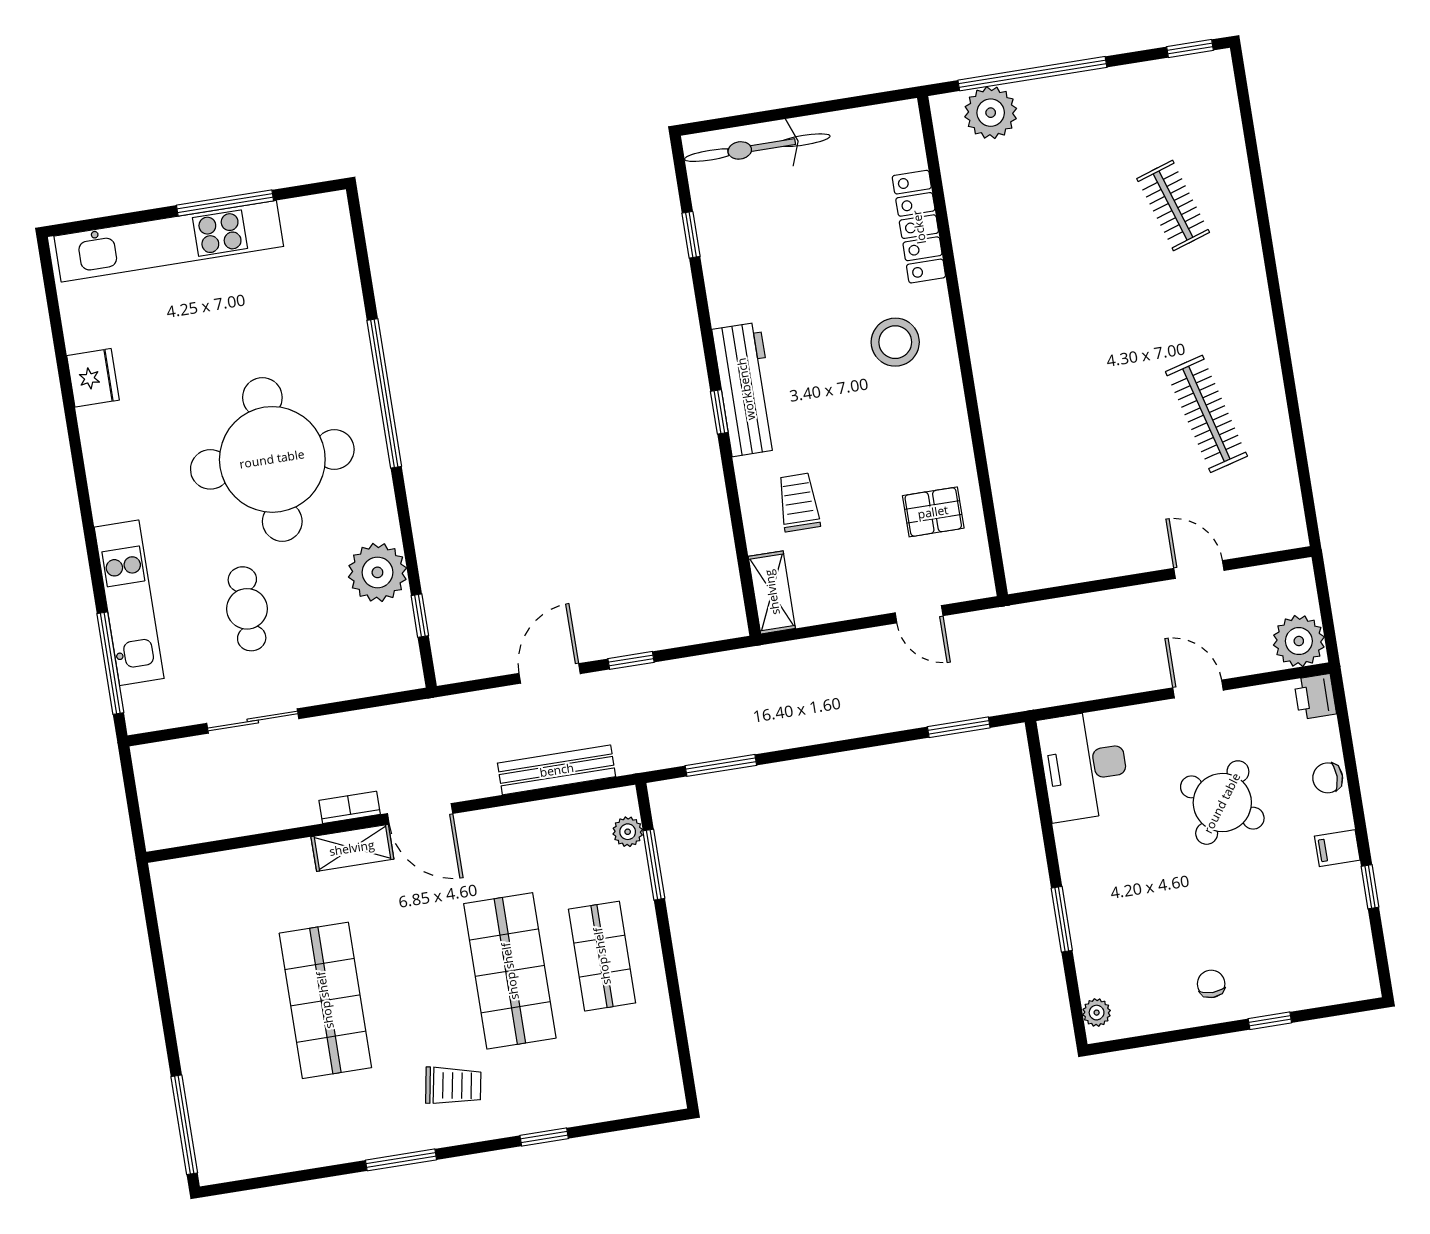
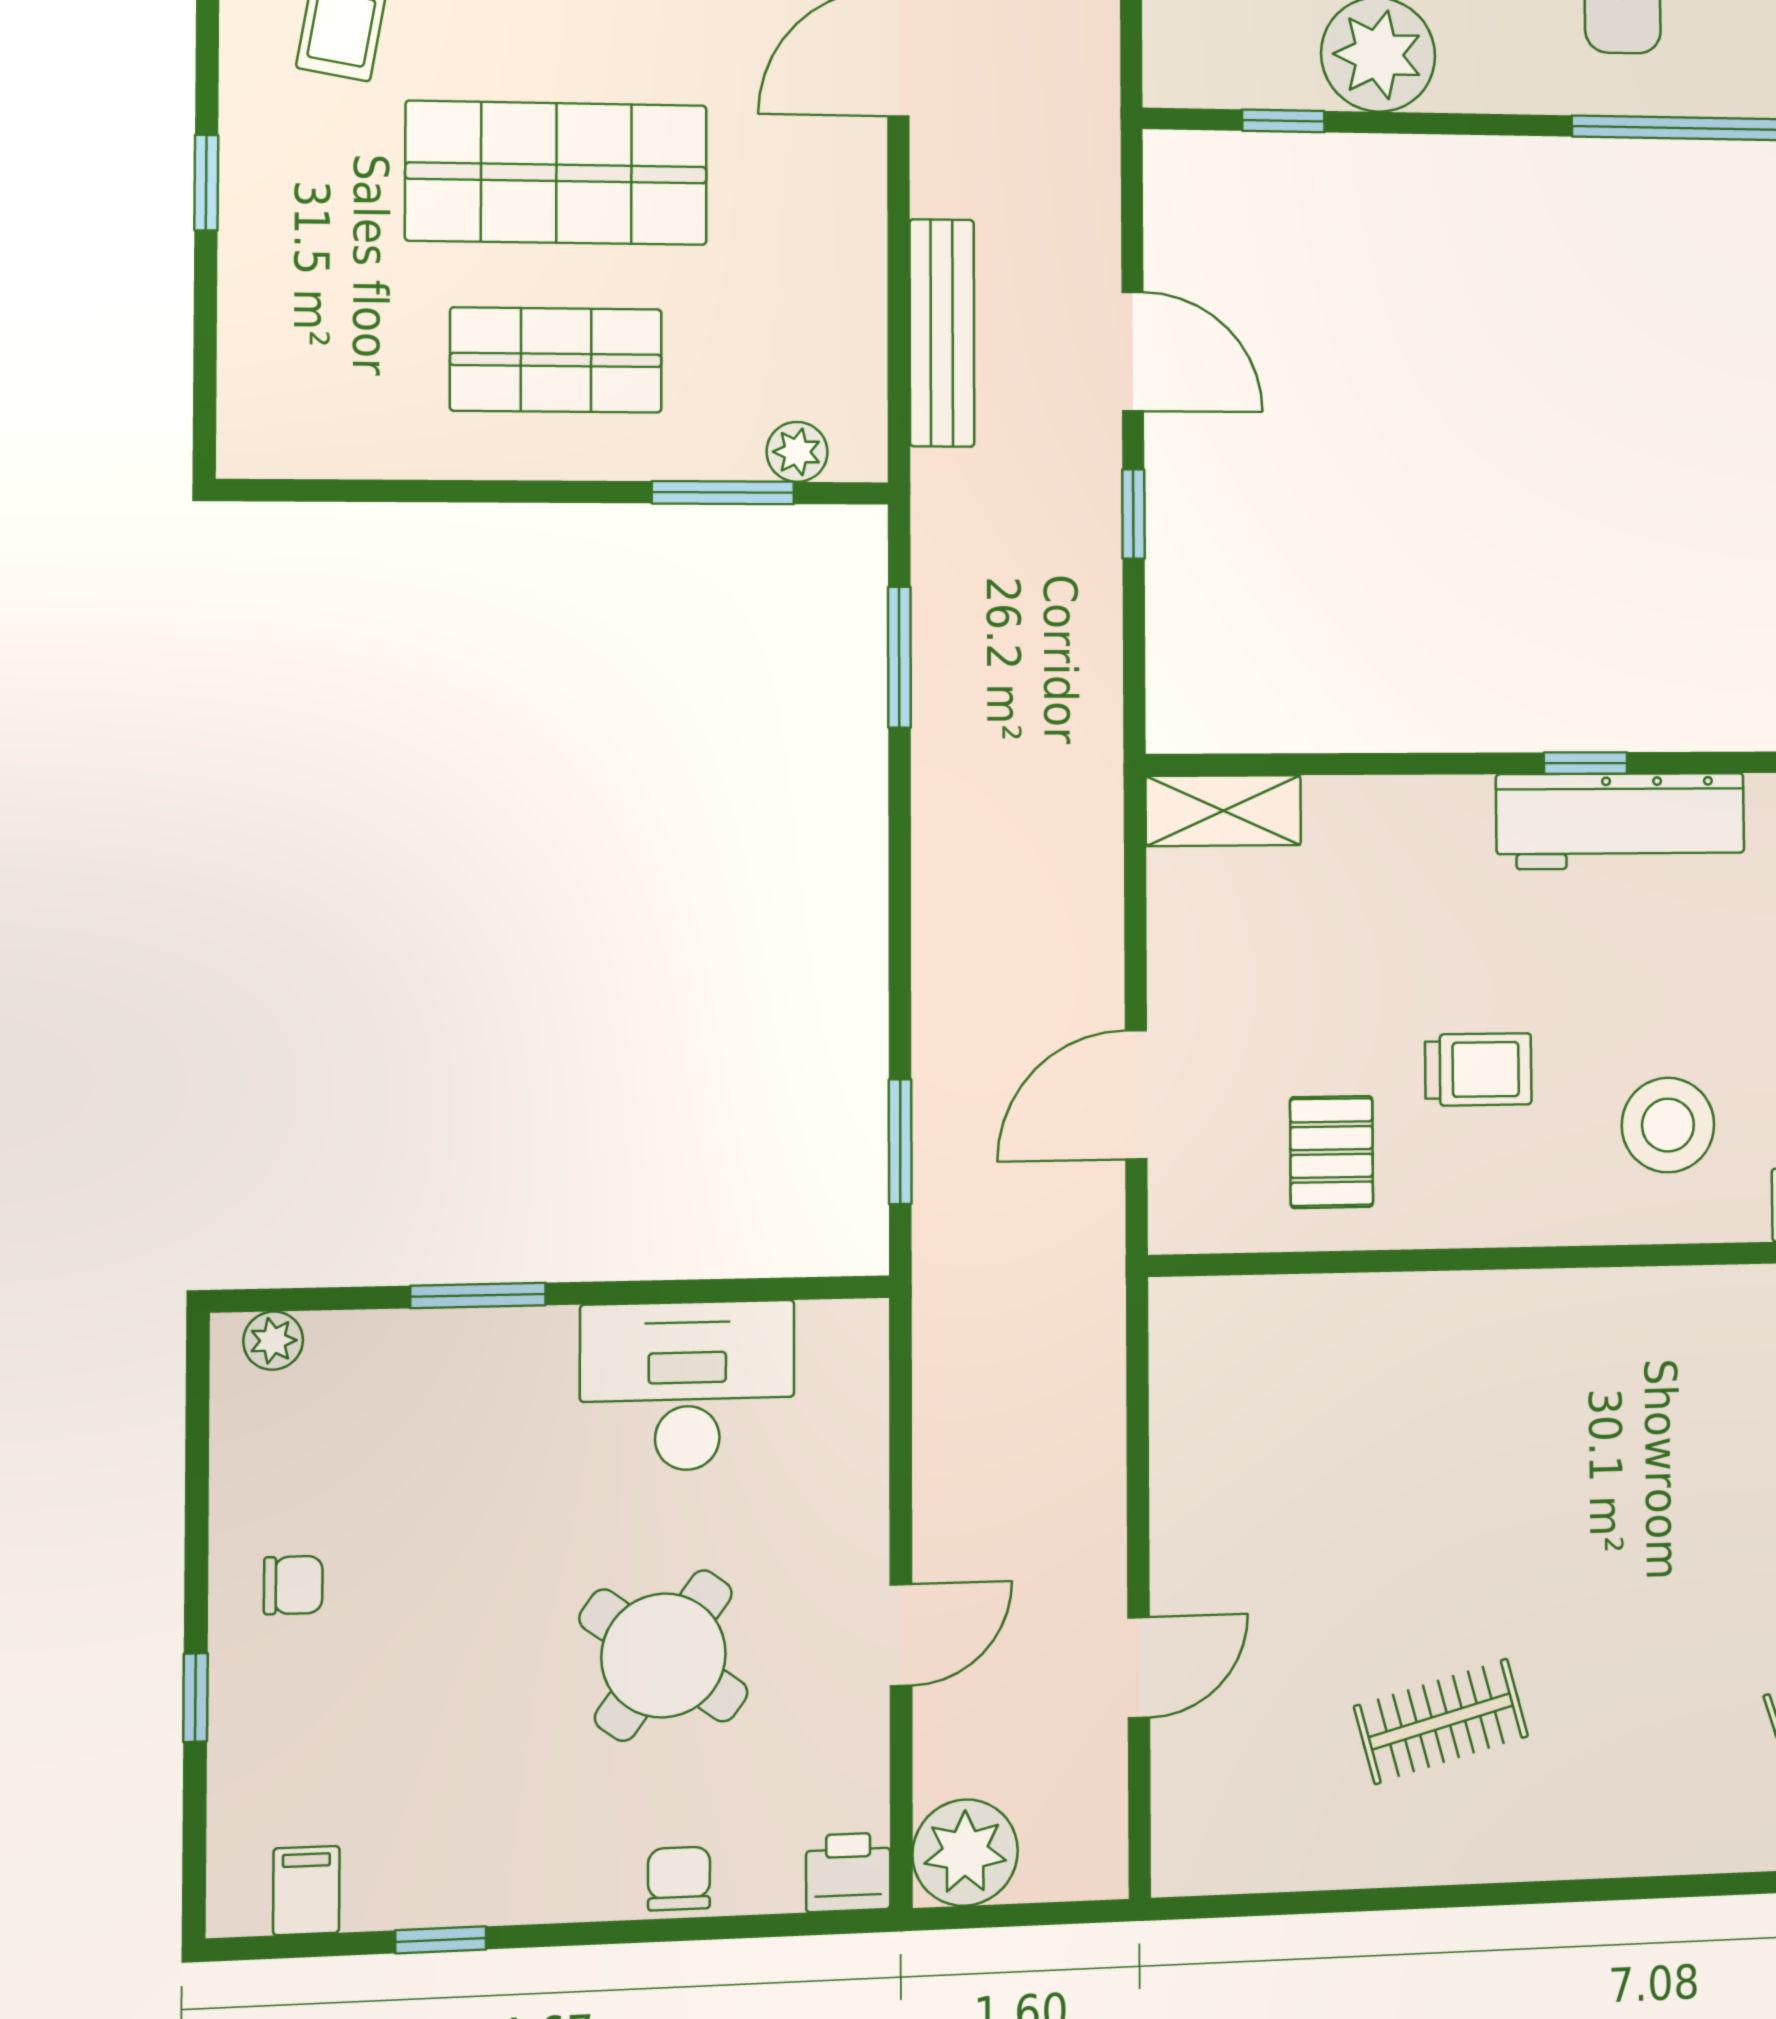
clothes rail: (1206, 414) -> (1441, 1721), width x0.73
trolley: (799, 502) -> (1478, 1069), moved
door: (919, 614) -> (1136, 1095), width x1.37
desk: (1084, 766) -> (687, 1386), moved
filing cabinet: (1337, 848) -> (306, 1891), moved

